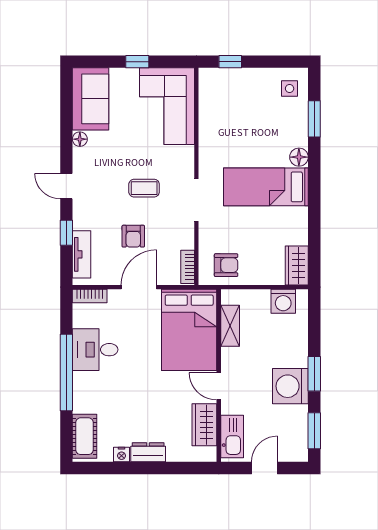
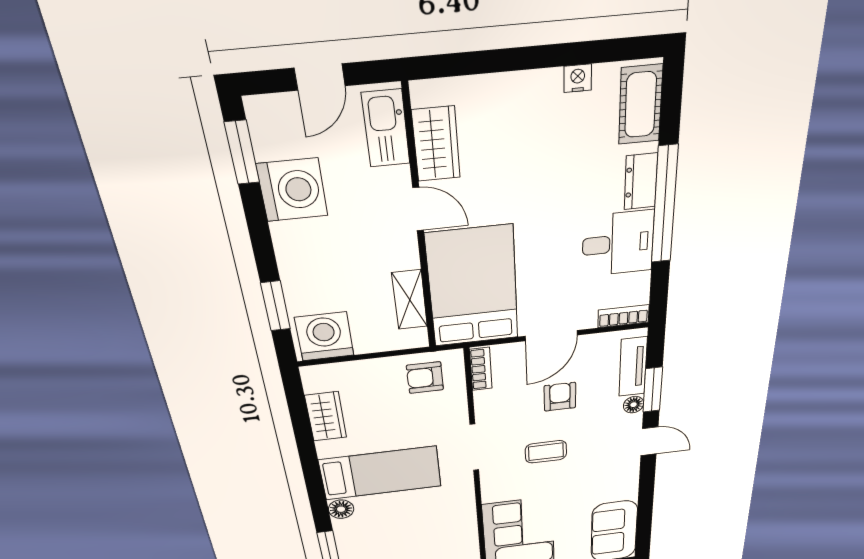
floor lamp: (80, 139) -> (634, 405), moved
window: (66, 233) -> (653, 390), width x1.50
wardrobe: (297, 265) -> (326, 416), moved
washing machine: (283, 301) -> (324, 336), width x1.37, depth x1.37
window: (314, 374) -> (276, 306), moved
washing machine: (290, 386) -> (292, 190), moved
dresser: (148, 452) -> (641, 181), moved, turned 90

